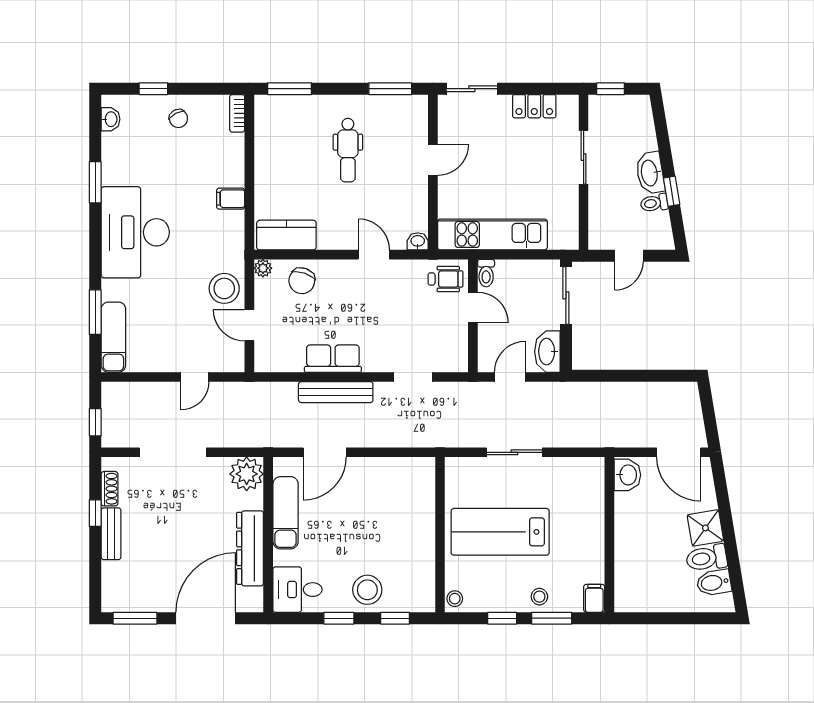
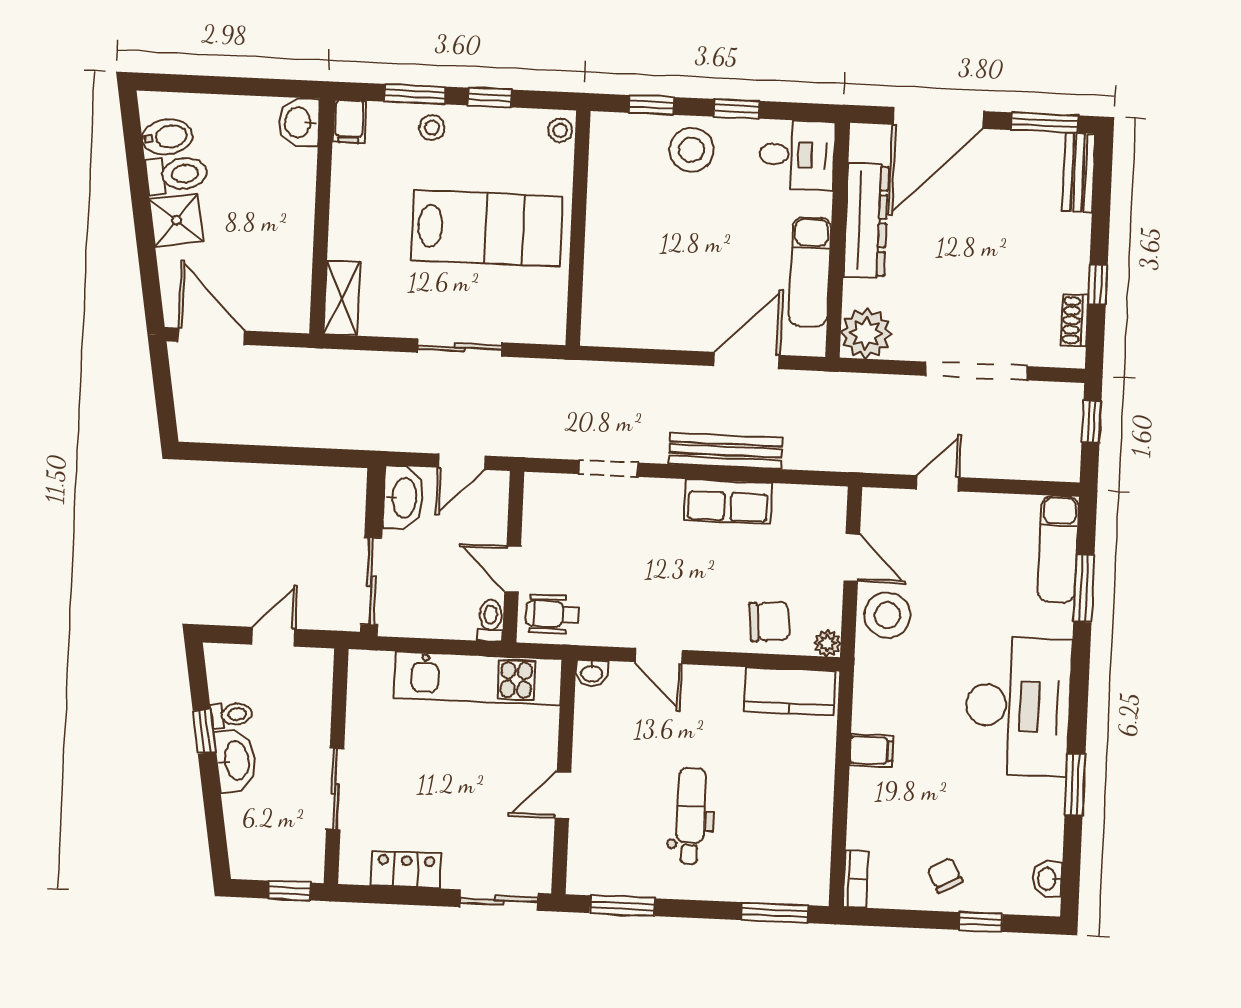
chair: (302, 281) -> (769, 621), turned 66
washbasin: (627, 475) -> (299, 122), moved
shelving: (594, 481) -> (342, 298), added
bench: (111, 534) -> (1079, 173), moved

